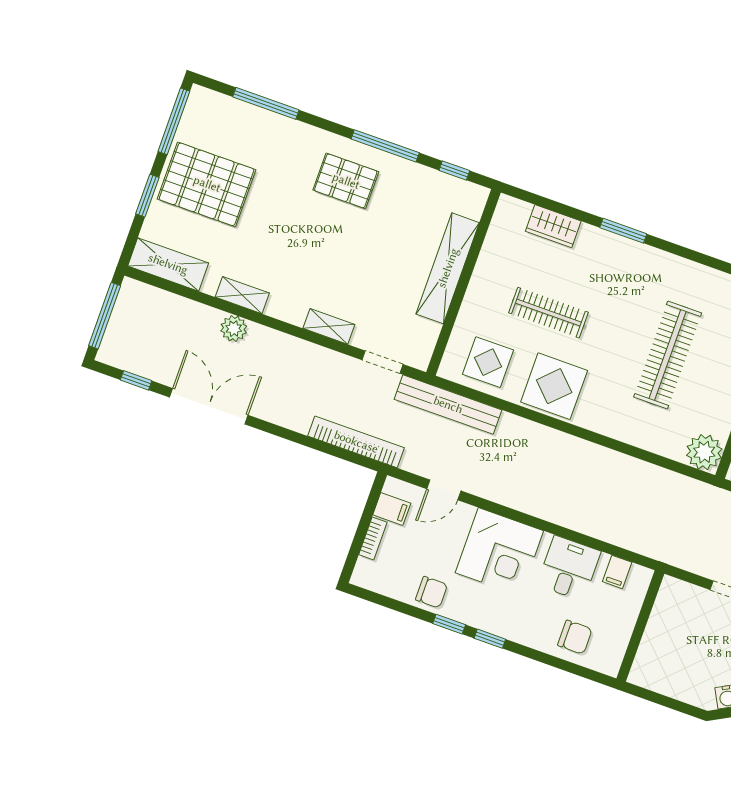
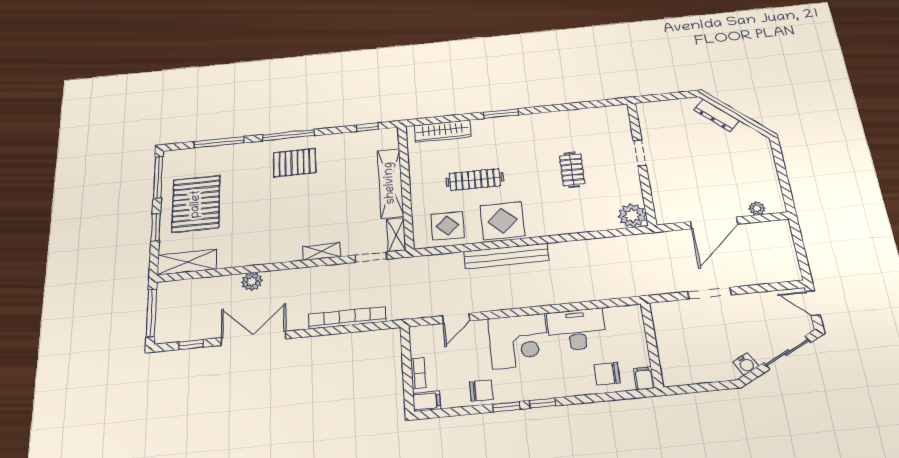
window: (385, 146) -> (288, 135), moved
pallet: (207, 184) -> (196, 204), turned 90
wardrobe: (553, 226) -> (442, 131), width x1.50
shelving: (242, 295) -> (396, 235), moved, turned 90
clothes rail: (668, 355) -> (572, 170), width x0.54, depth x0.76
bench: (448, 405) -> (506, 256), moved
bookcase: (356, 442) -> (347, 318), moved
filing cabinet: (392, 509) -> (427, 401), moved
desk: (569, 568) -> (577, 330), width x1.37
filing cabinet: (617, 572) -> (644, 378), moved, turned 180
chair: (575, 637) -> (607, 374), turned 180

